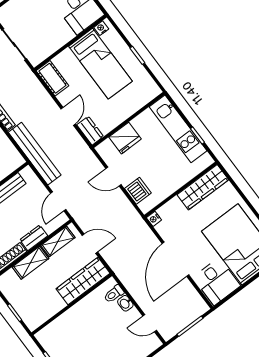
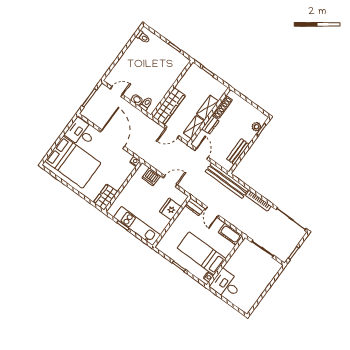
wardrobe: (203, 187) -> (105, 197), width x0.67

